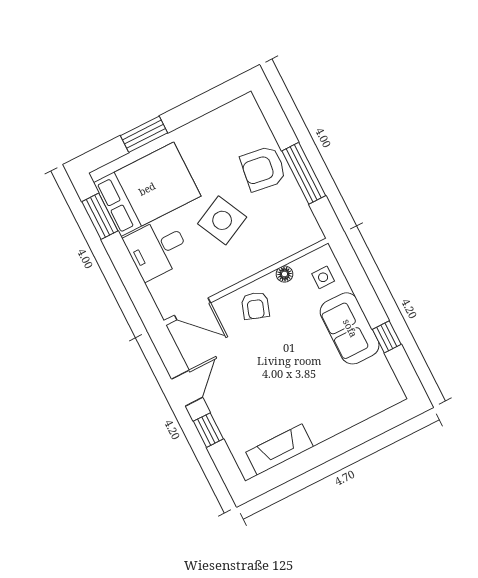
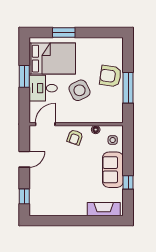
window: (100, 216) -> (24, 76), moved
door: (192, 309) -> (45, 124), swing flipped
window: (208, 430) -> (24, 196), moved
fireplace: (280, 449) -> (104, 209), moved

